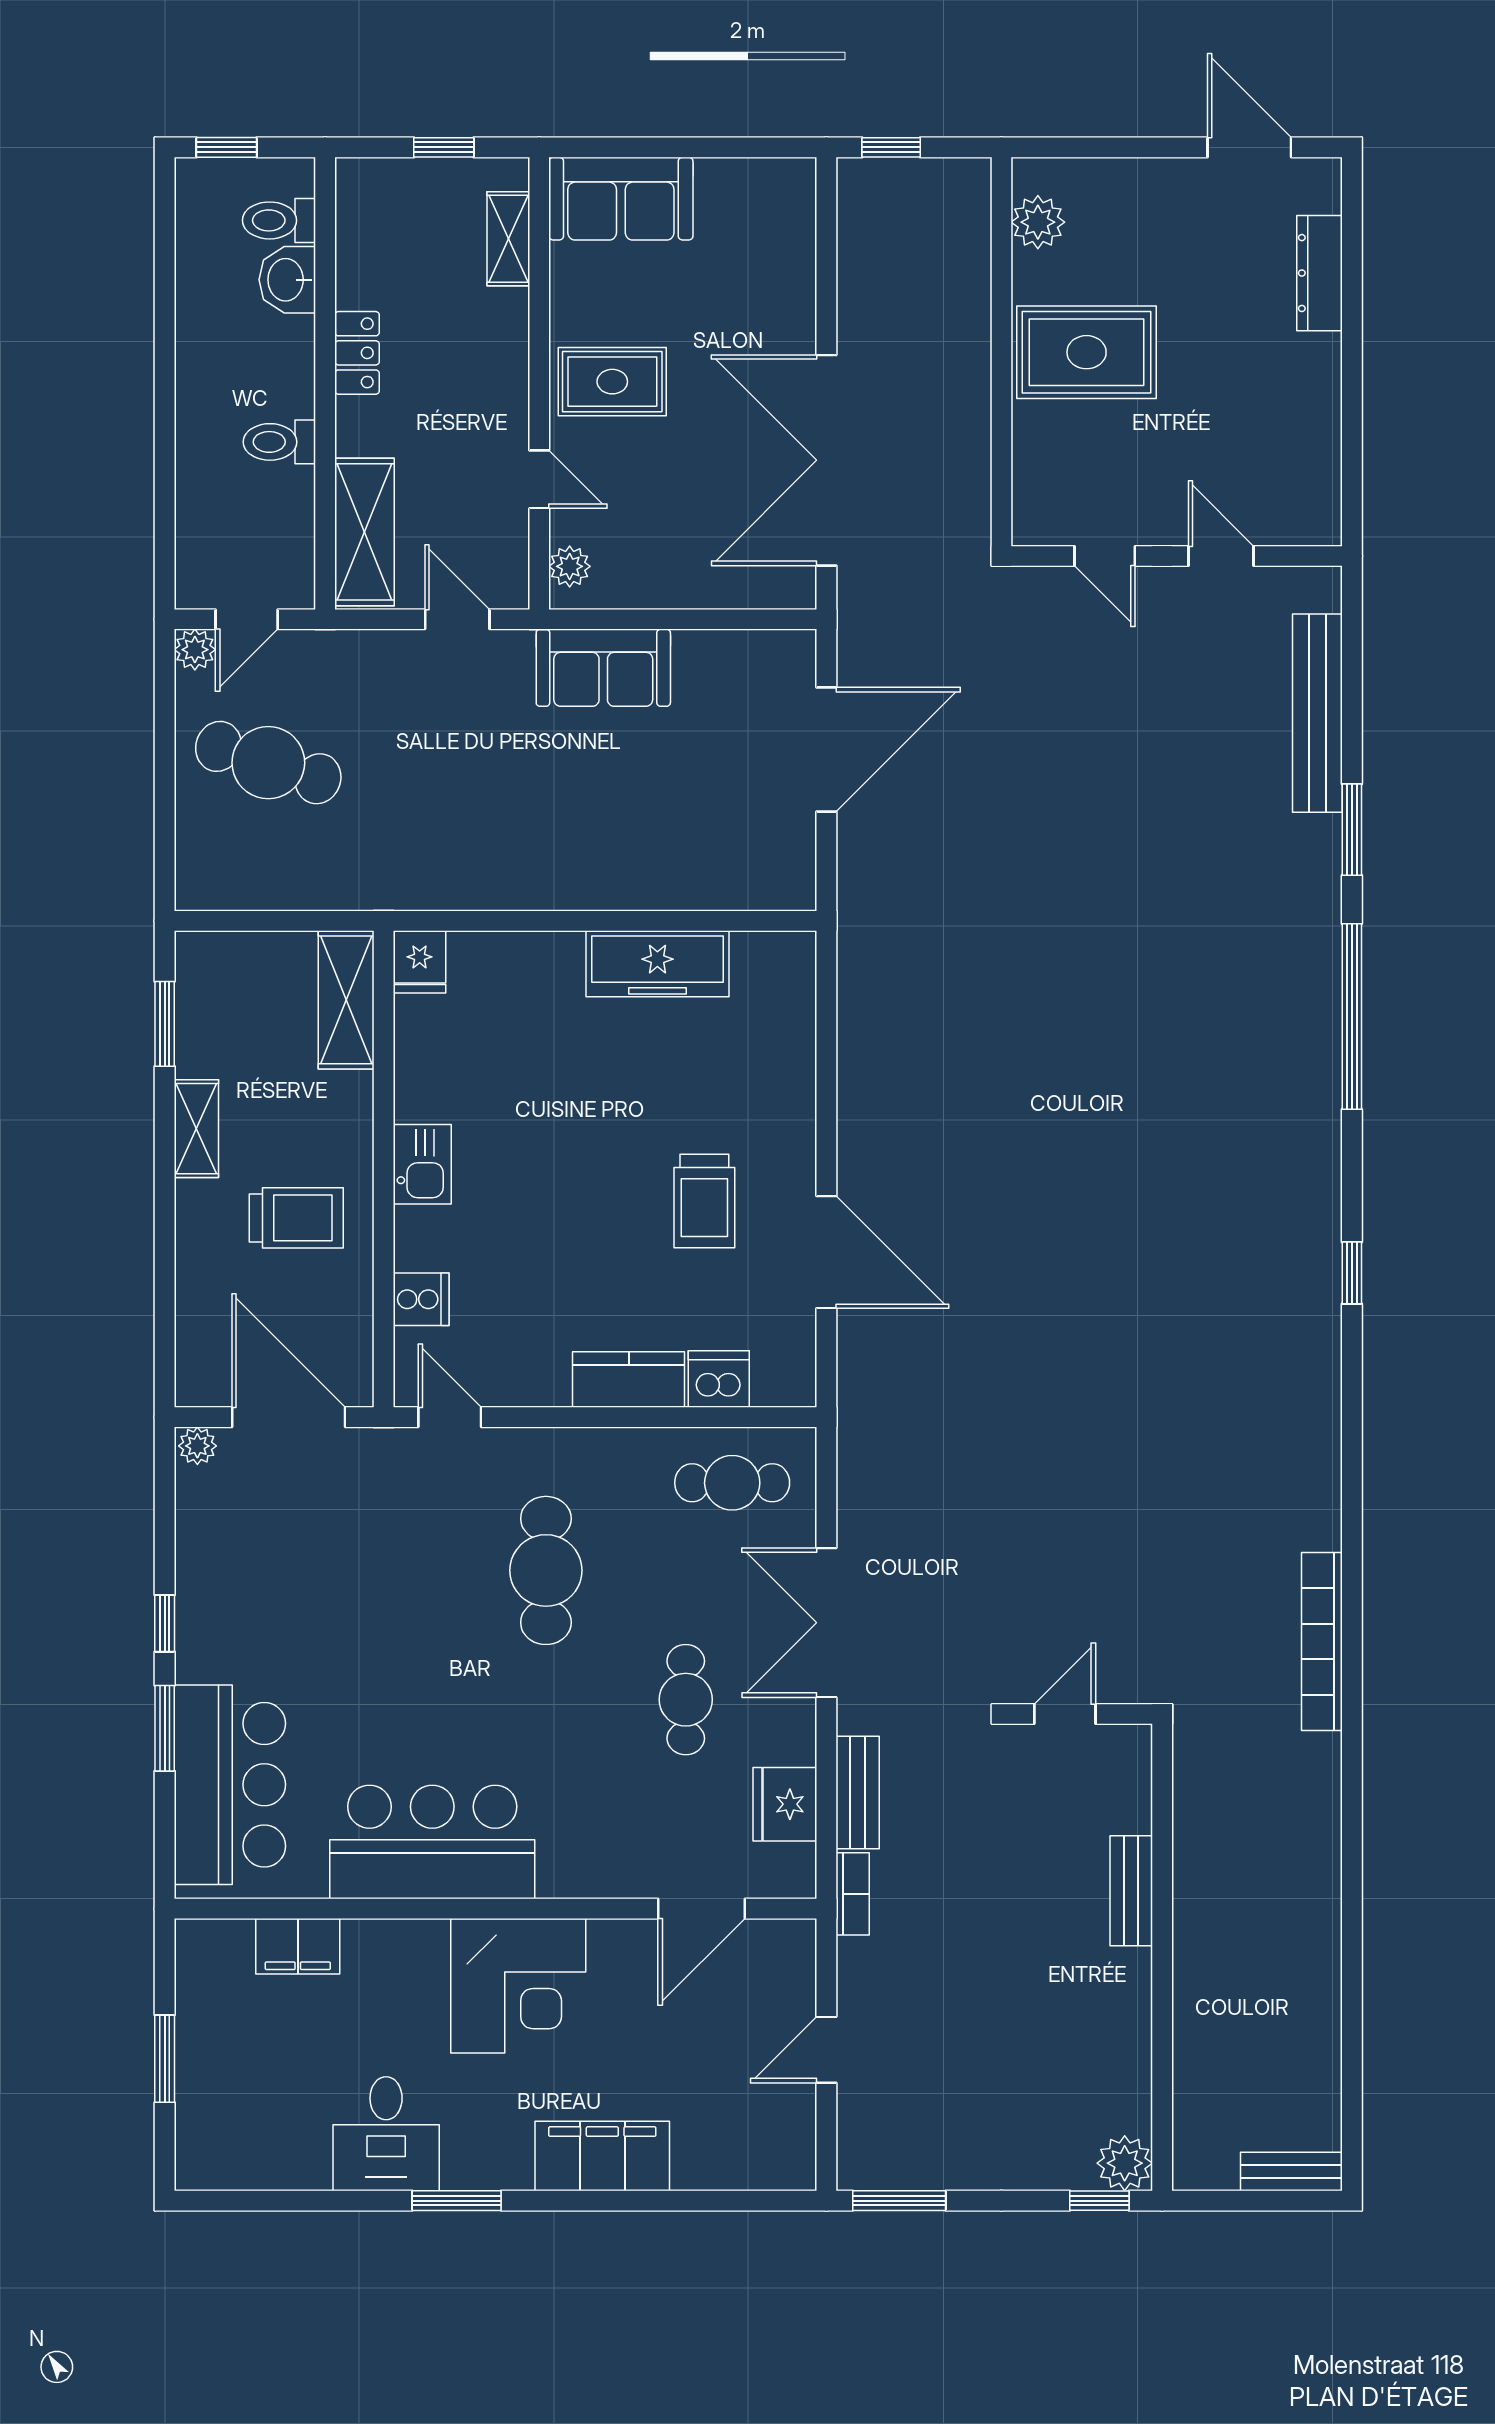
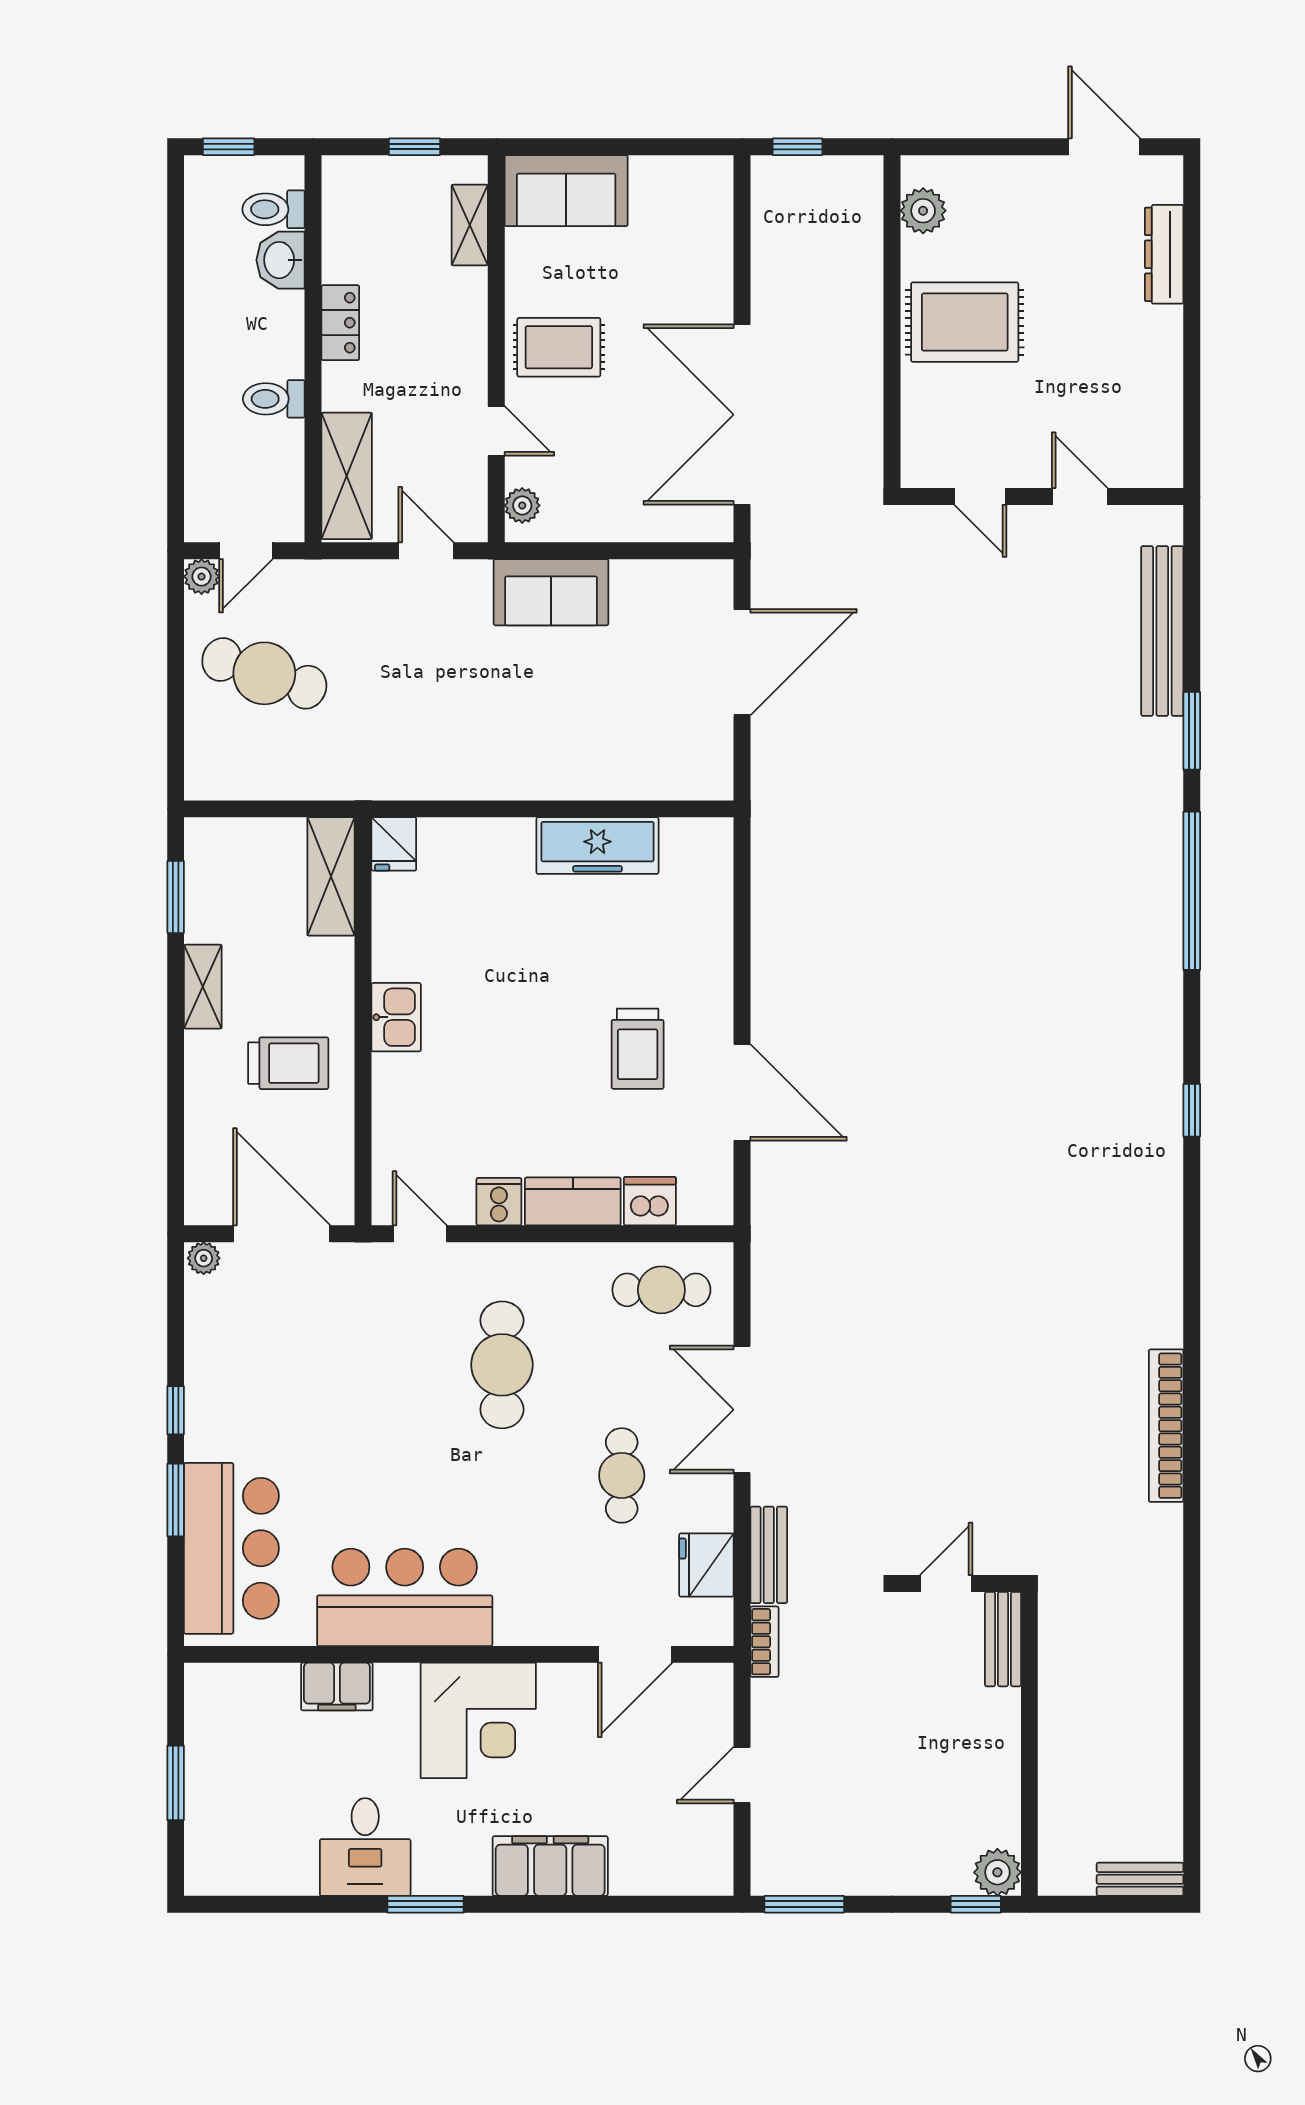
cooker: (421, 1299) -> (499, 1202), moved, turned -90
door: (1065, 1714) -> (946, 1584), moved
wall: (1082, 1714) -> (961, 1584), moved
filing cabinet: (298, 1946) -> (337, 1687), moved

